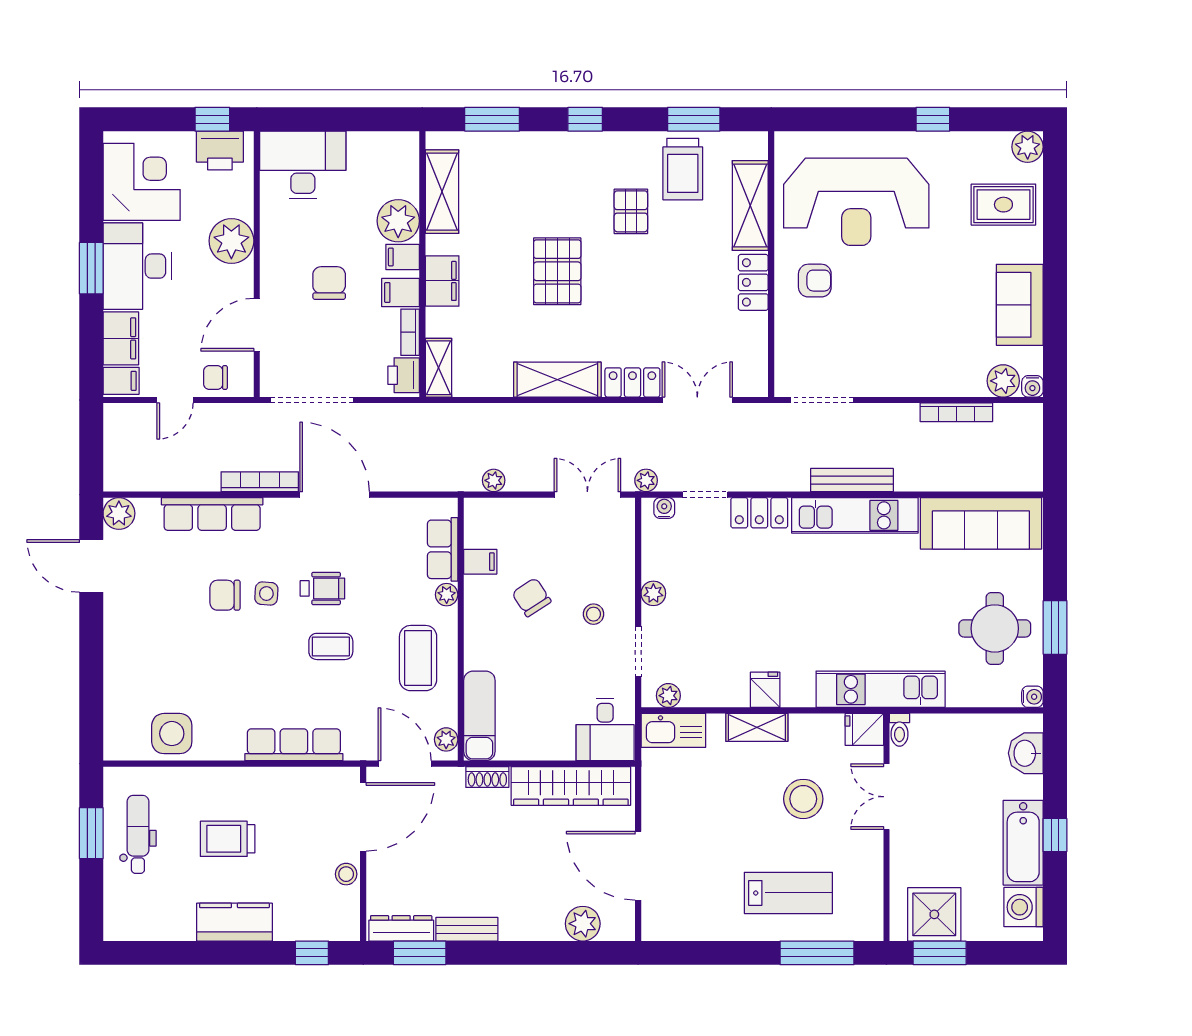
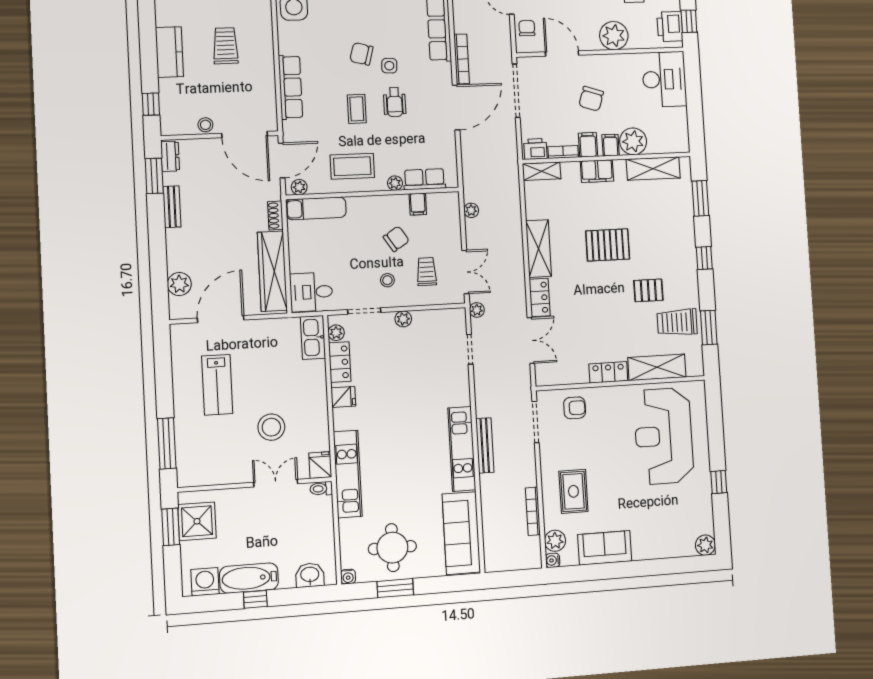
rug: (1003, 205) -> (573, 491), moved
armchair: (815, 281) -> (575, 408), moved, turned -90
chair: (329, 283) -> (591, 99), turned 108
water cooler: (664, 508) -> (460, 323), removed
locker: (759, 513) -> (340, 362), moved, turned 180
trolley: (584, 554) -> (427, 272), added
chair: (225, 595) -> (361, 54), moved, turned -75
shelving: (757, 727) -> (318, 393), removed
lab bench: (788, 893) -> (217, 385), moved
dresser: (401, 928) -> (170, 156), width x0.70

